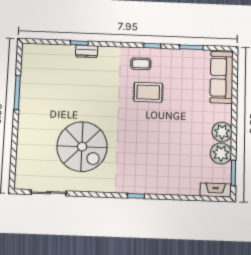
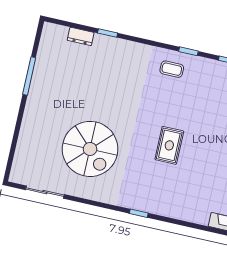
dresser: (87, 51) -> (81, 36), moved
rug: (148, 92) -> (169, 145), moved, turned 90

